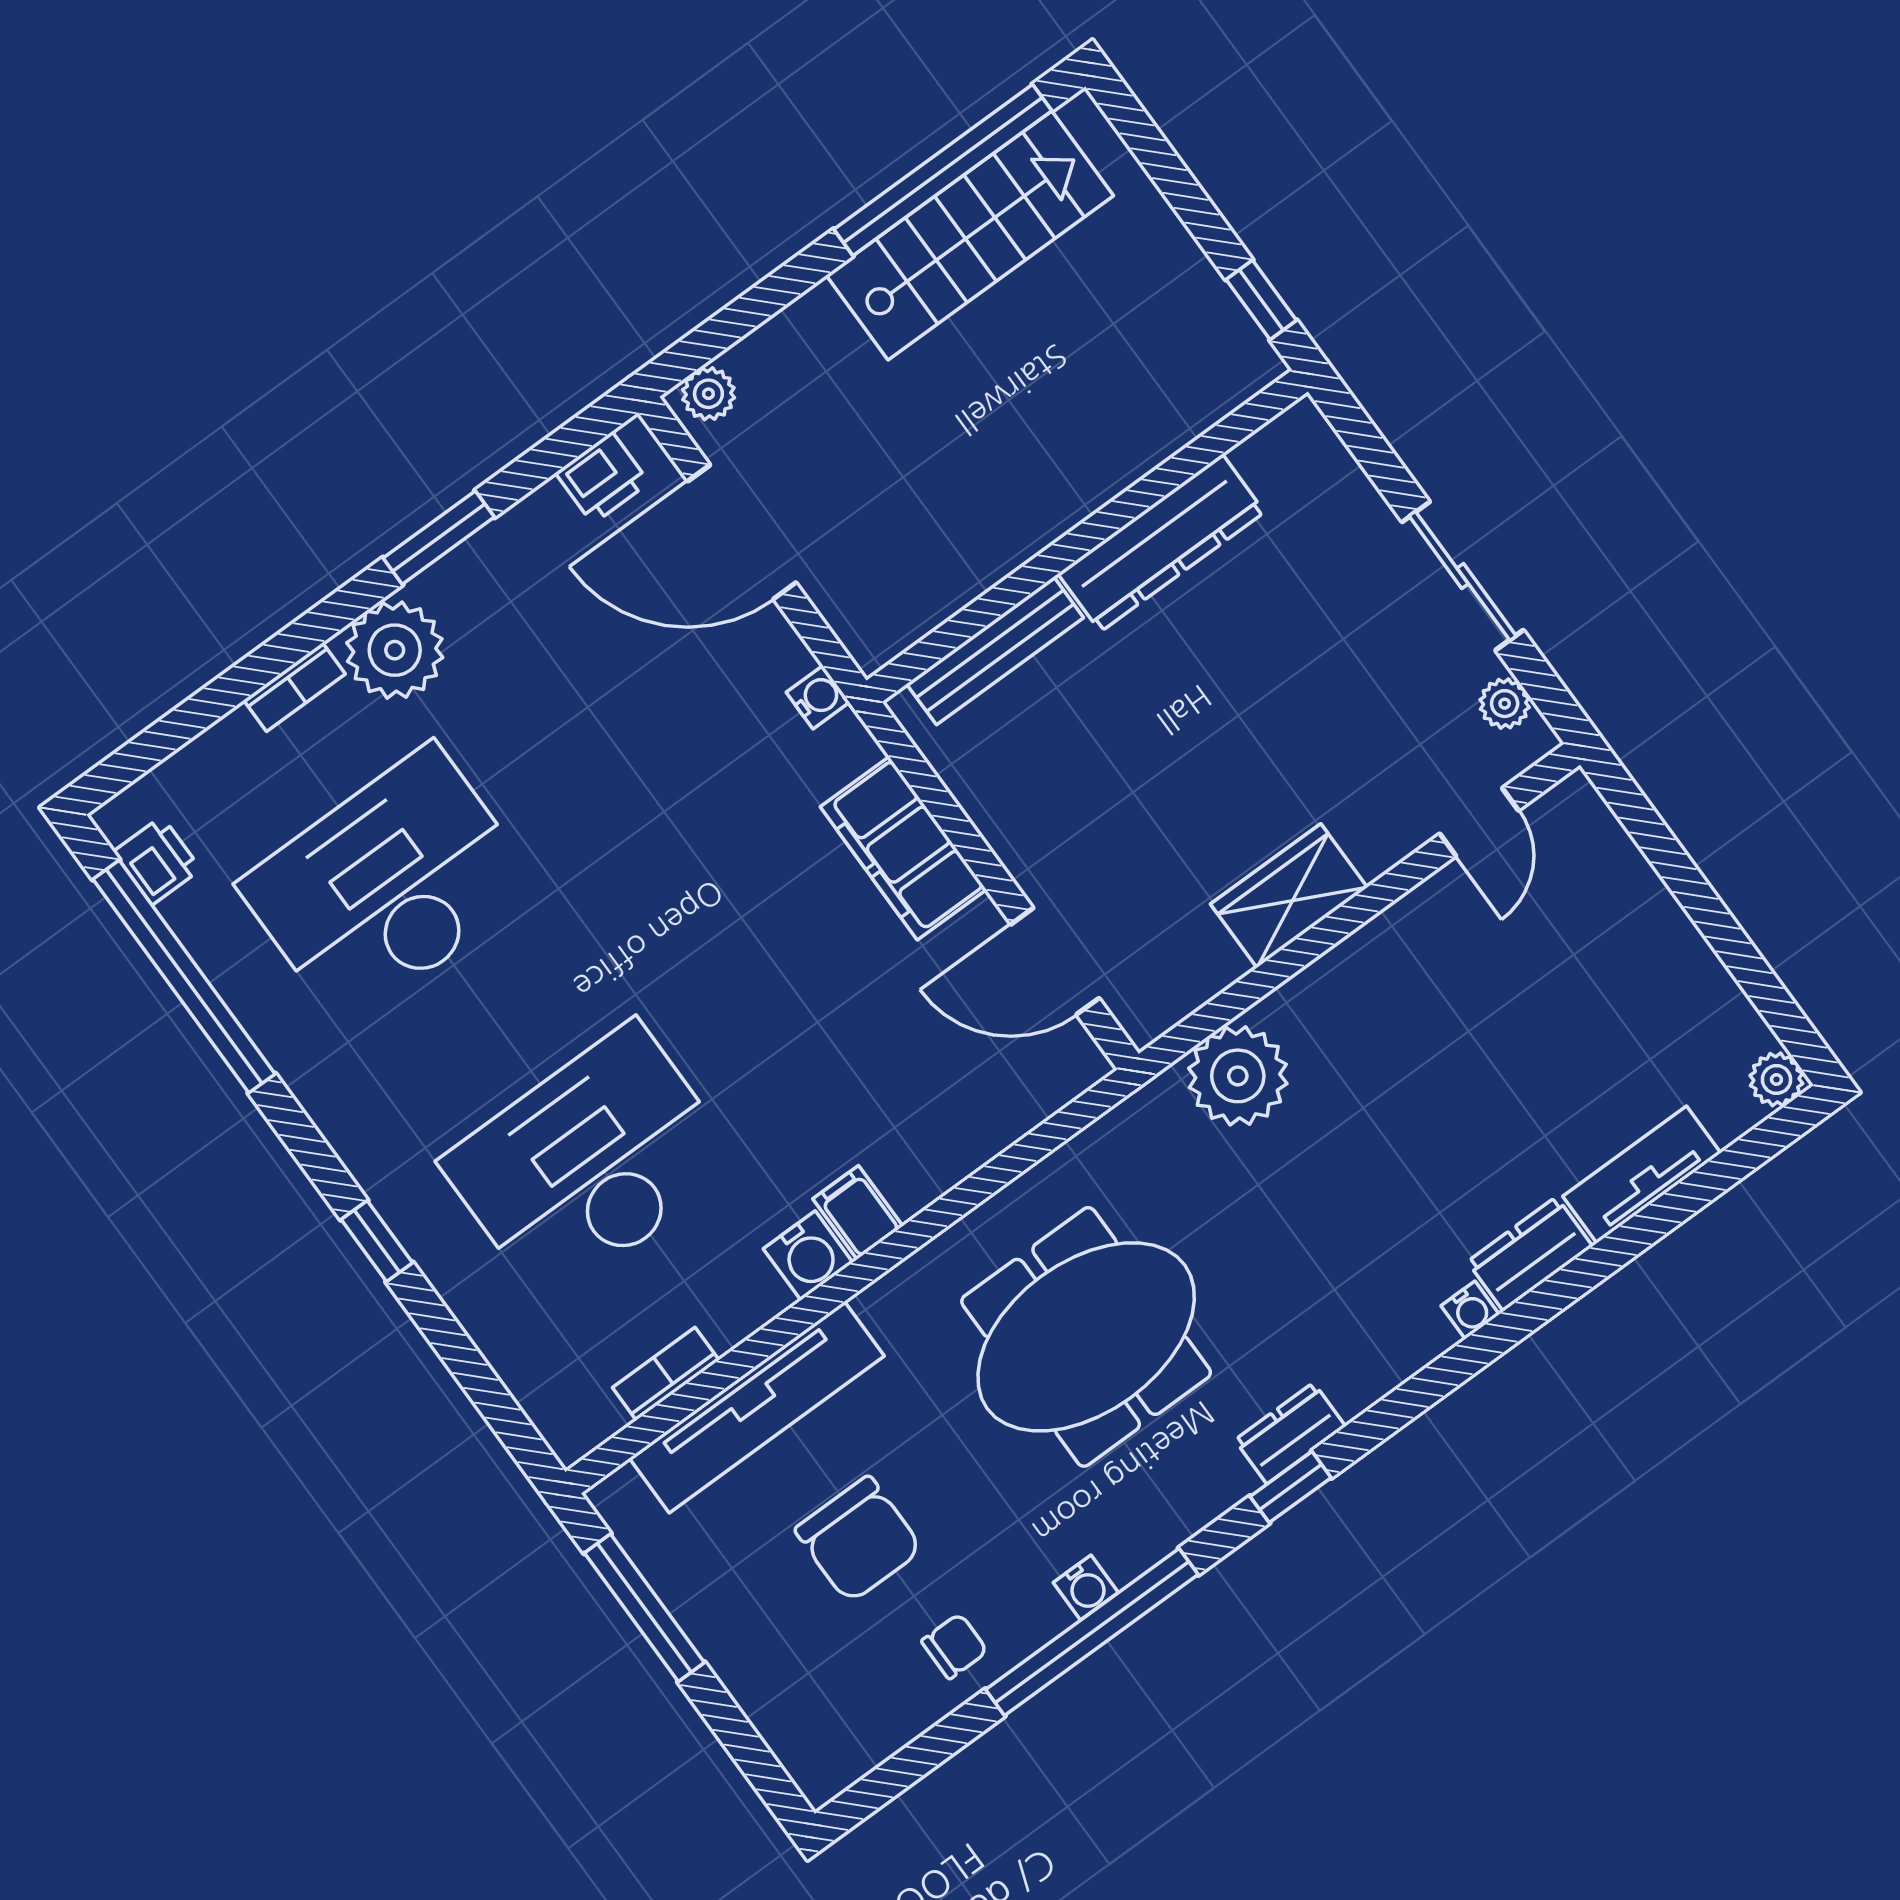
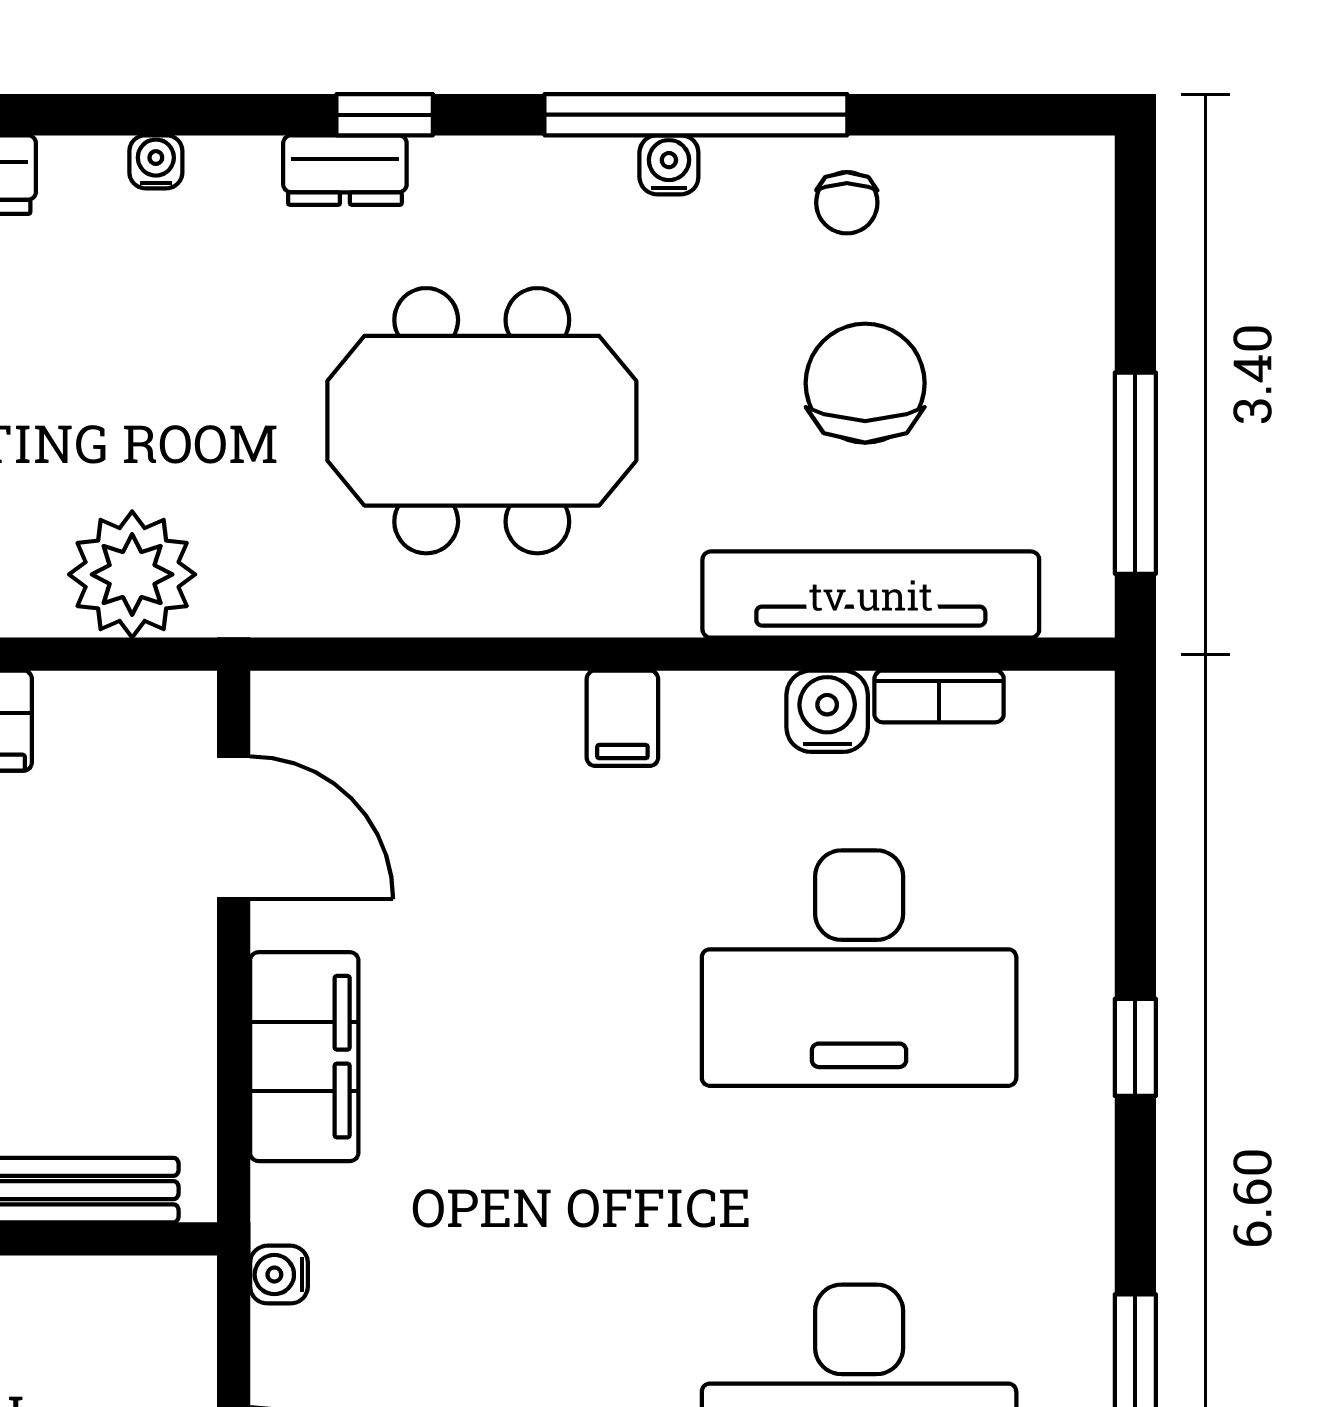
water cooler: (808, 1256) -> (827, 711), moved
water cooler: (1470, 1310) -> (156, 162), moved
chair: (955, 1646) -> (847, 203), turned -90

